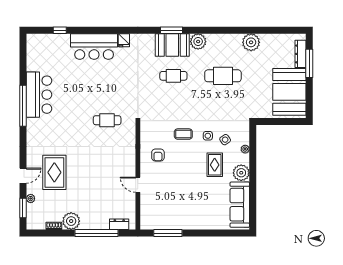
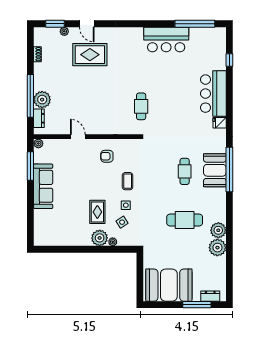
window: (171, 30) -> (229, 169), width x2.11
plant: (198, 42) -> (218, 230), moved
dresser: (300, 54) -> (210, 296), width x0.70
cafe table: (223, 76) -> (185, 220), turned 90
window: (23, 106) -> (195, 24), moved
rug: (215, 165) -> (97, 212), turned 90
plant: (241, 173) -> (100, 238), moved
door: (138, 185) -> (78, 137), hinge flipped
sofa: (240, 205) -> (43, 186), moved, turned 90
plant: (71, 221) -> (42, 100), moved
plant: (145, 225) -> (38, 143), added

